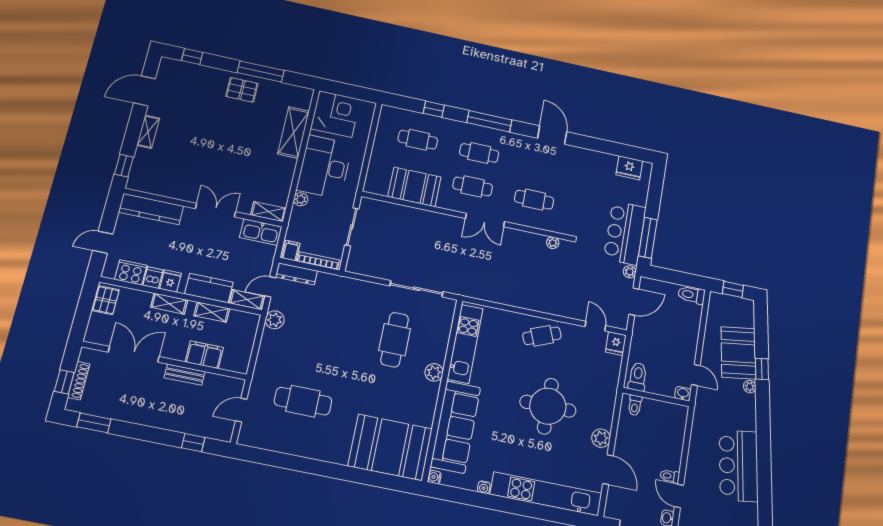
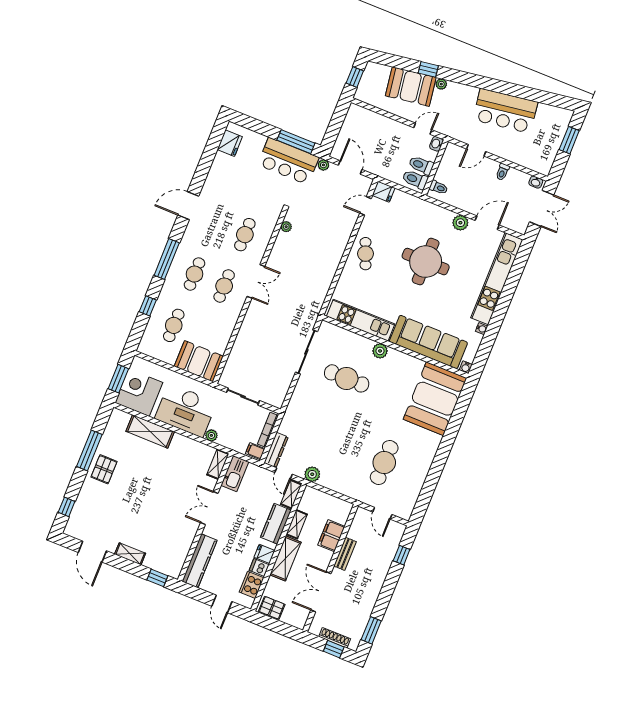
window: (347, 90) -> (118, 379), added
booth: (414, 187) -> (199, 361), moved, turned 90
toilet: (691, 295) -> (421, 165), moved, turned 90
shelving: (169, 304) -> (285, 558), width x1.50, depth x1.33
door: (679, 496) -> (476, 150), moved

